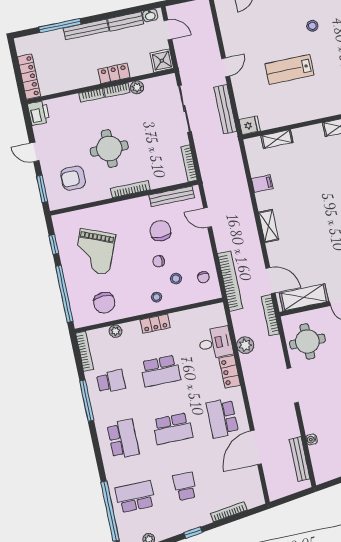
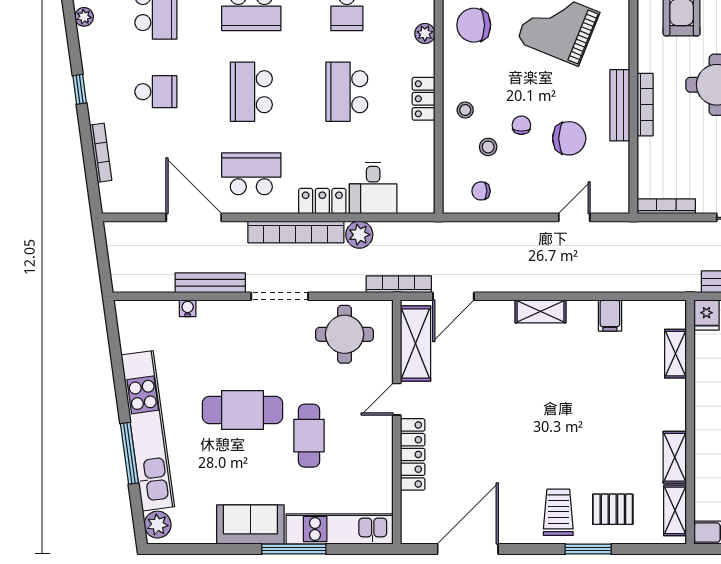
bench: (172, 196) -> (620, 105), moved
bookcase: (230, 281) -> (296, 232), moved
bench: (300, 459) -> (210, 283), moved

